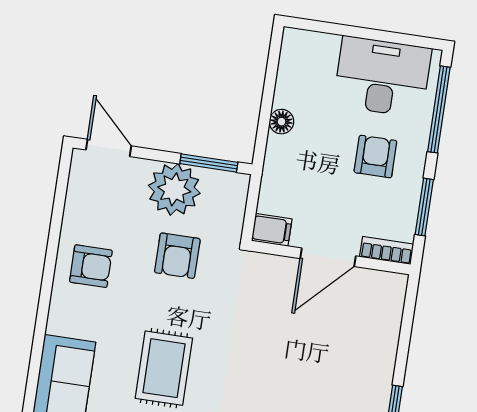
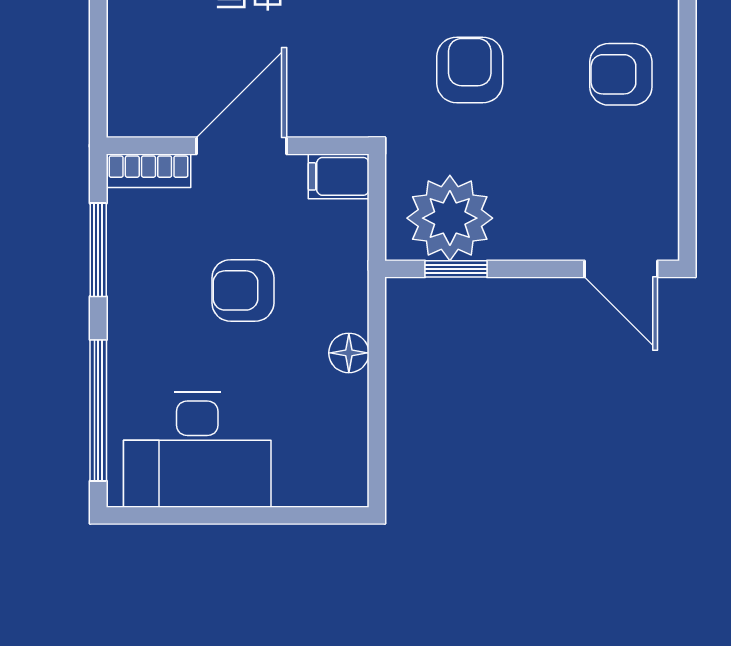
armchair: (375, 157) -> (243, 290), moved, turned 90
window: (209, 163) -> (456, 269), width x0.67
plant: (174, 189) -> (450, 218), moved
armchair: (177, 256) -> (470, 70), moved

